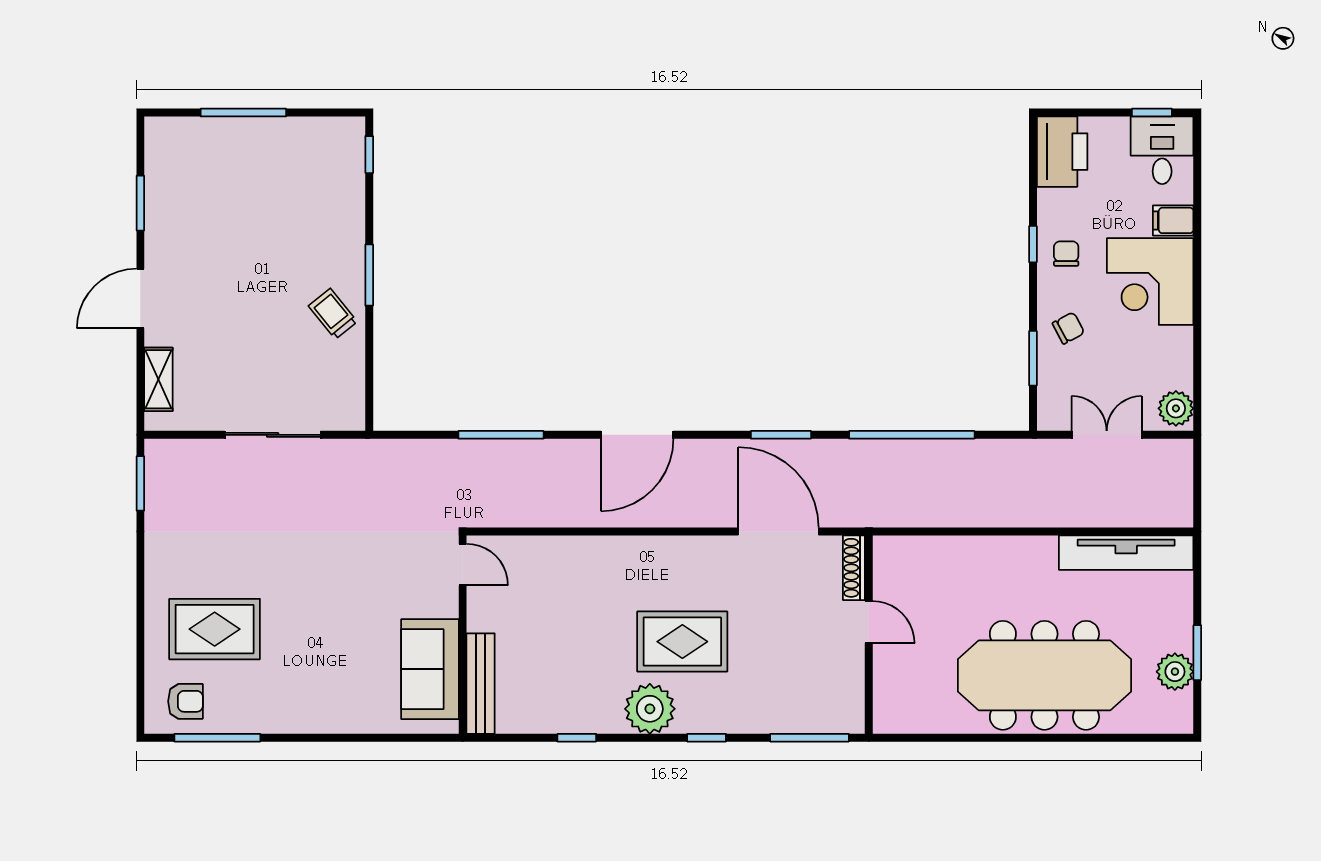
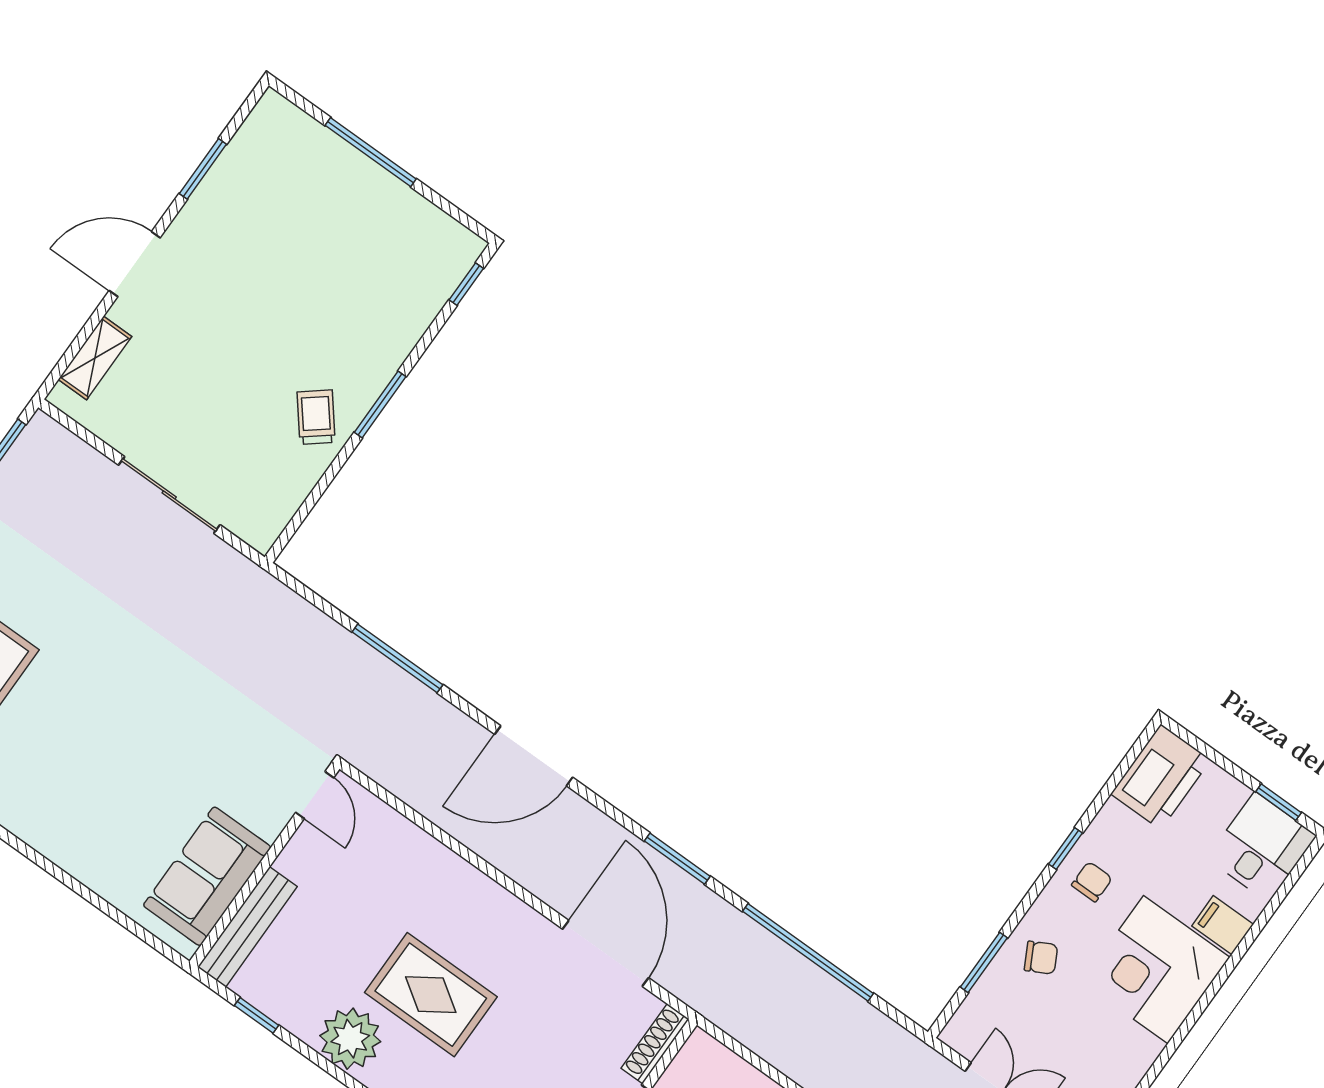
door: (463, 565) -> (315, 795), moved
wall: (463, 635) -> (265, 865), moved
sofa: (430, 669) -> (207, 876), moved
bench: (481, 684) -> (247, 927), moved

